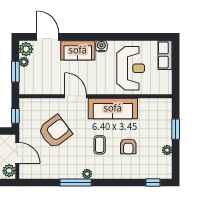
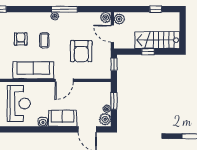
reception desk: (131, 68) -> (19, 104), turned 180
door: (76, 96) -> (64, 80), hinge flipped
armchair: (55, 132) -> (81, 51), turned -53
plant: (25, 172) -> (106, 17), added

